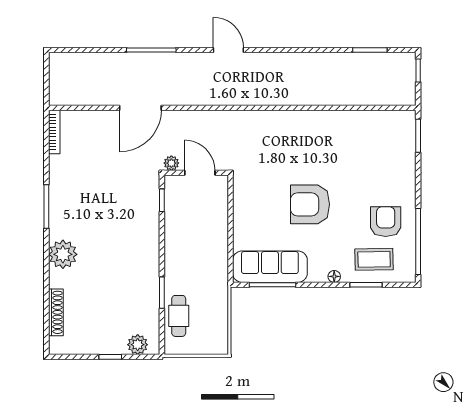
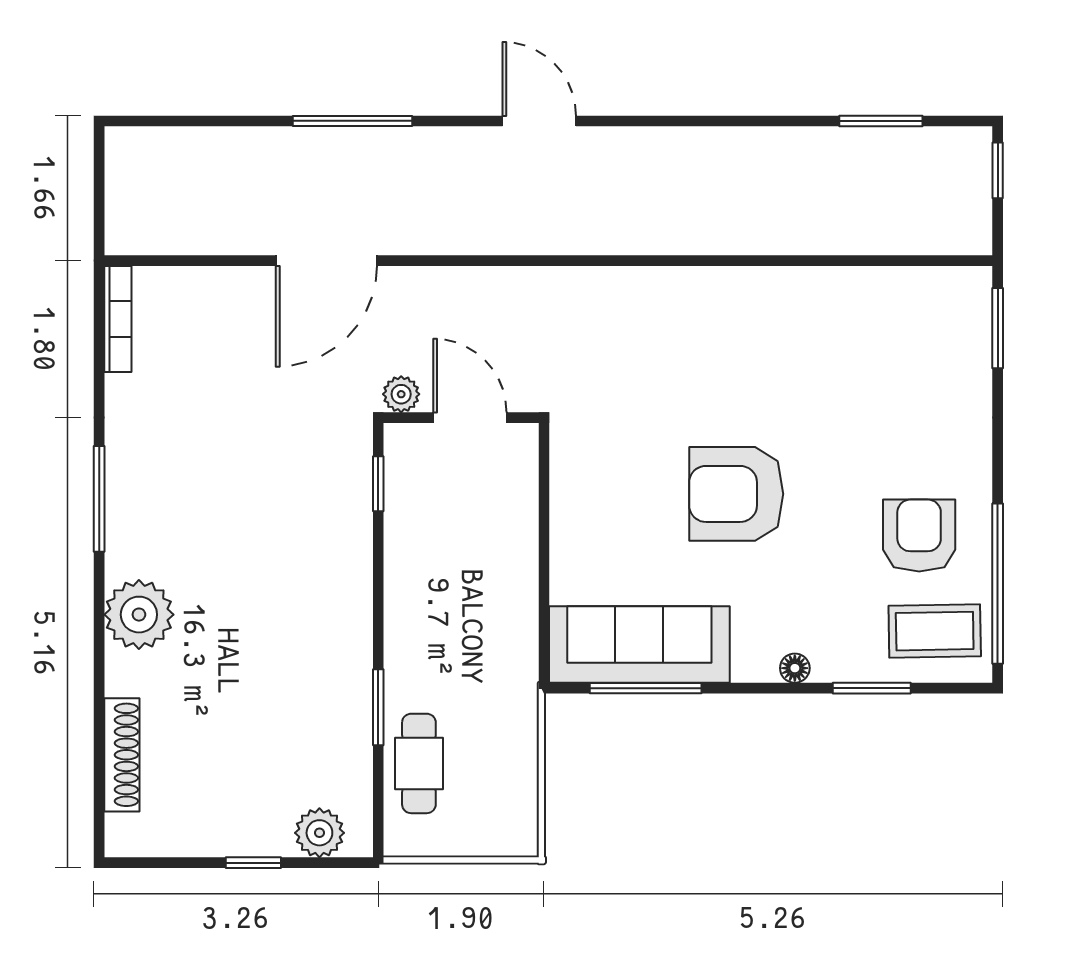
coffee table: (374, 259) -> (935, 631), moved

